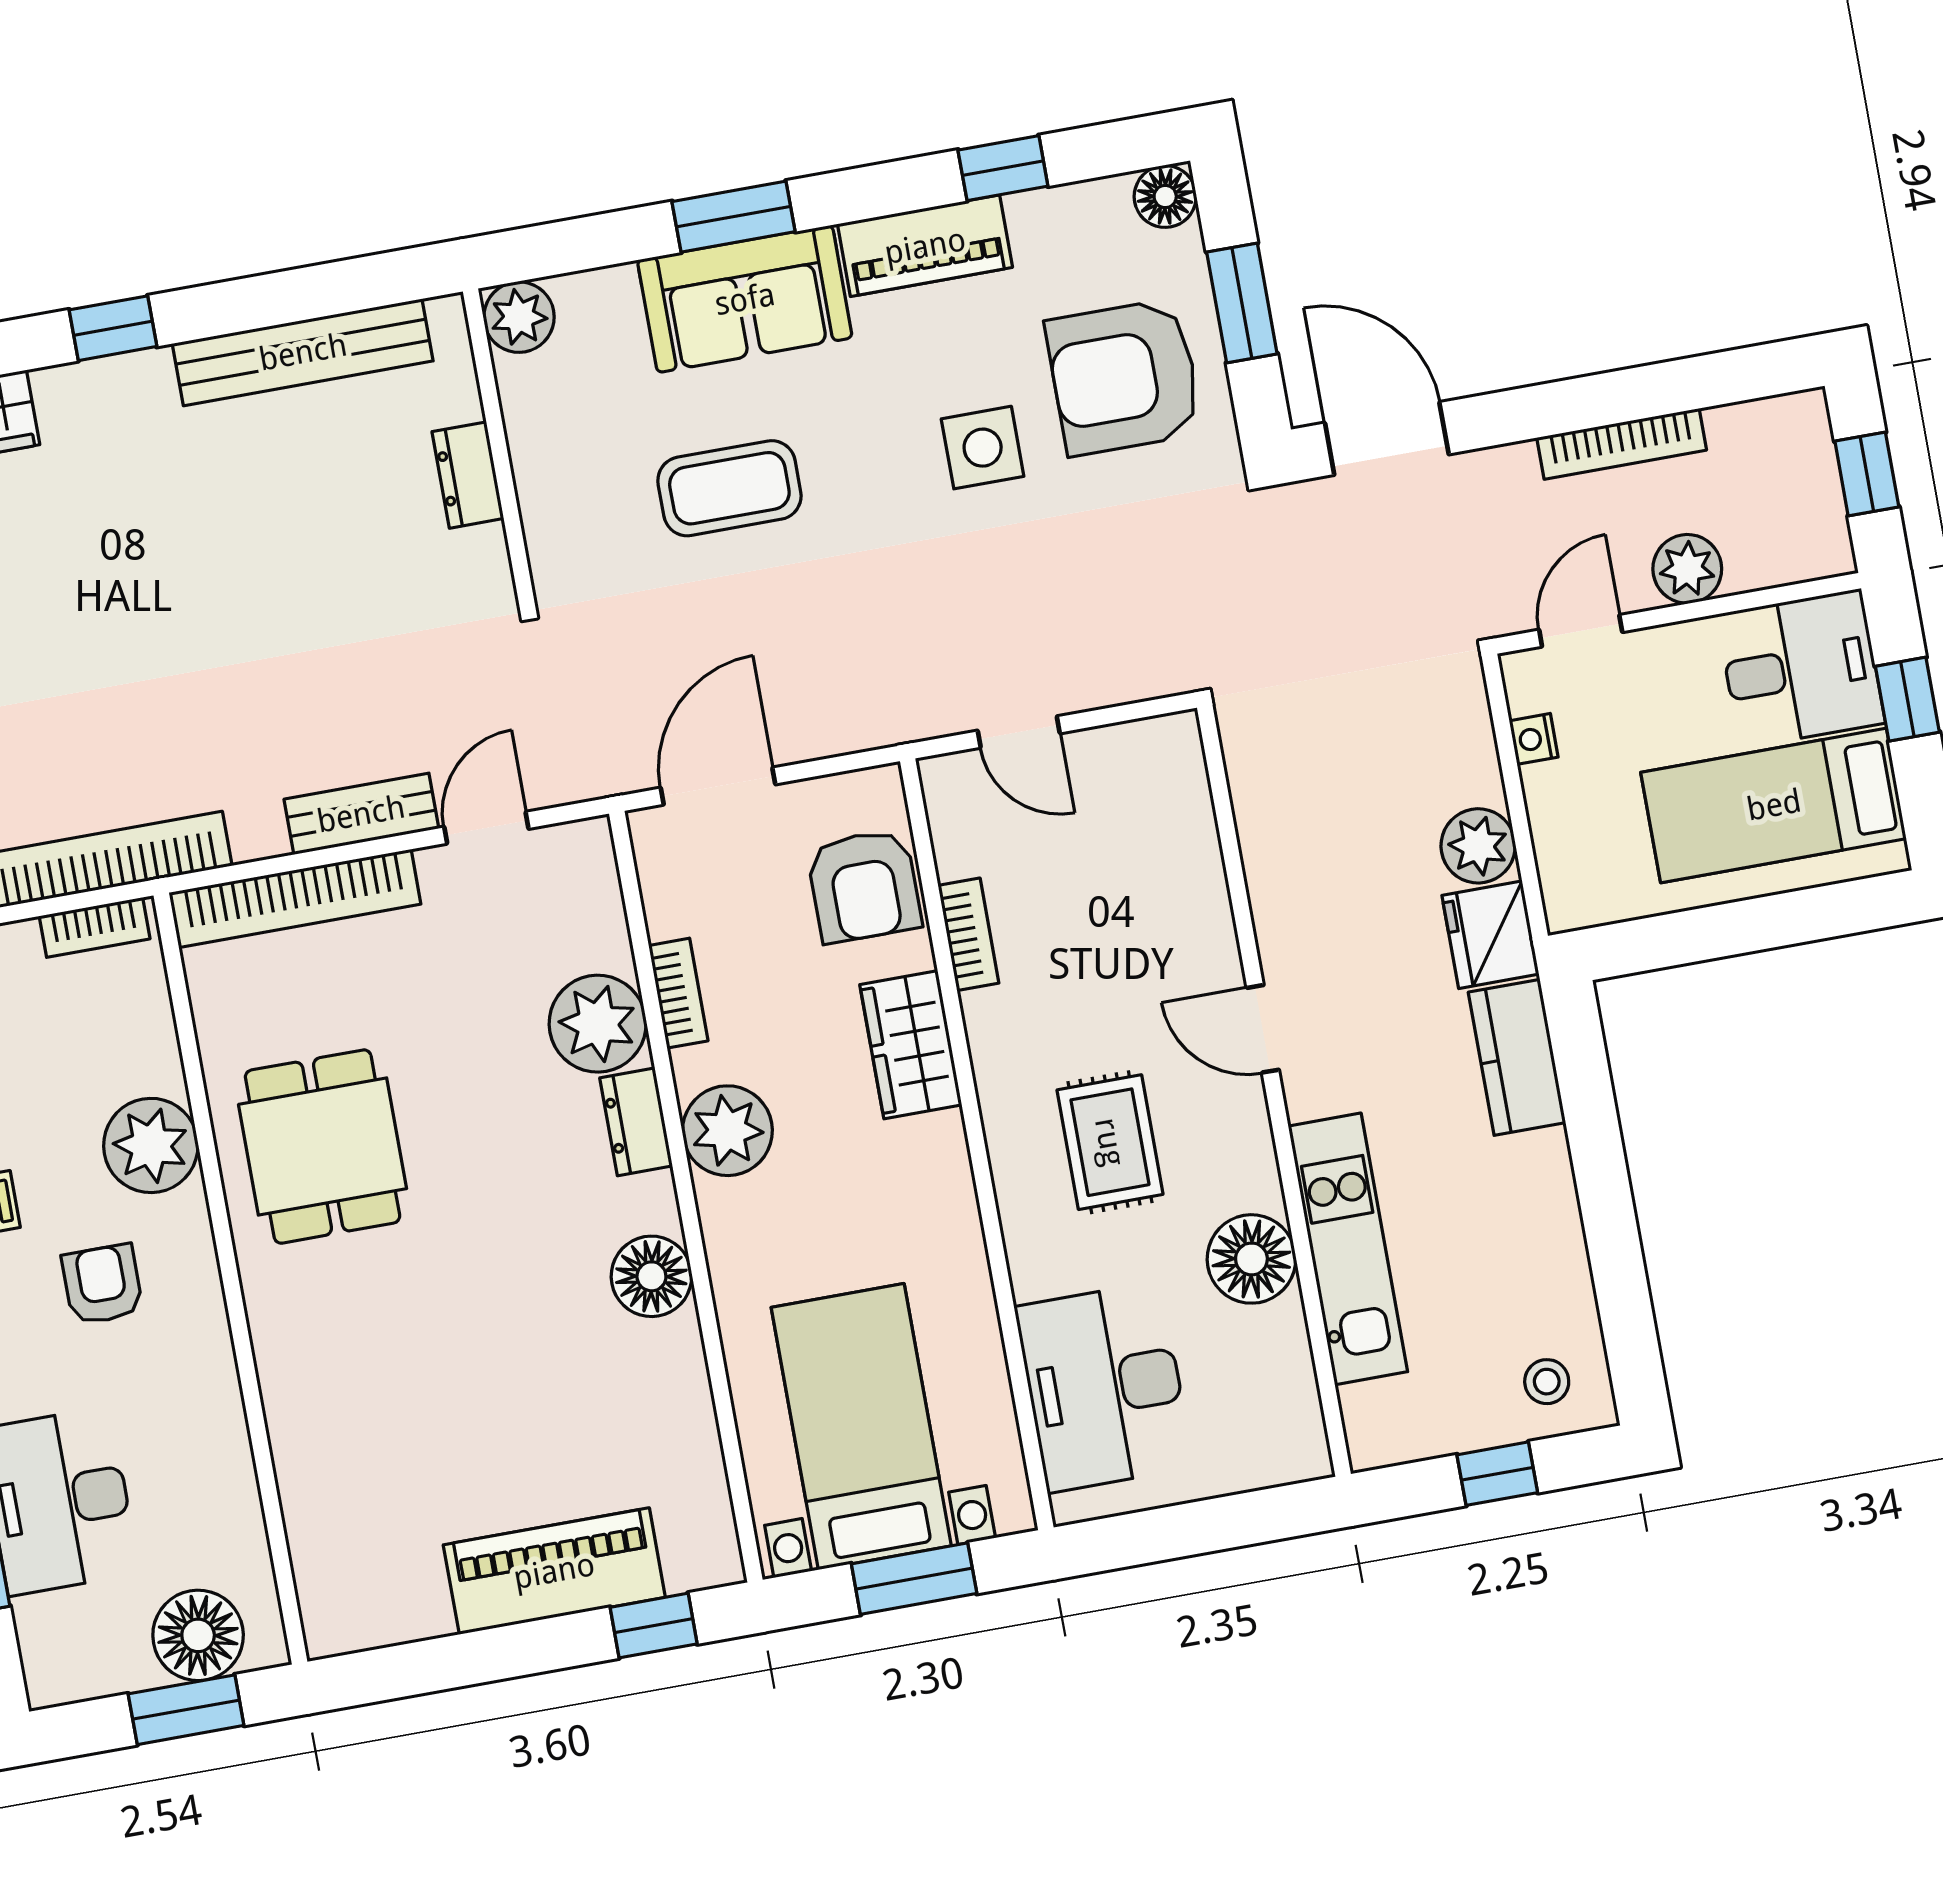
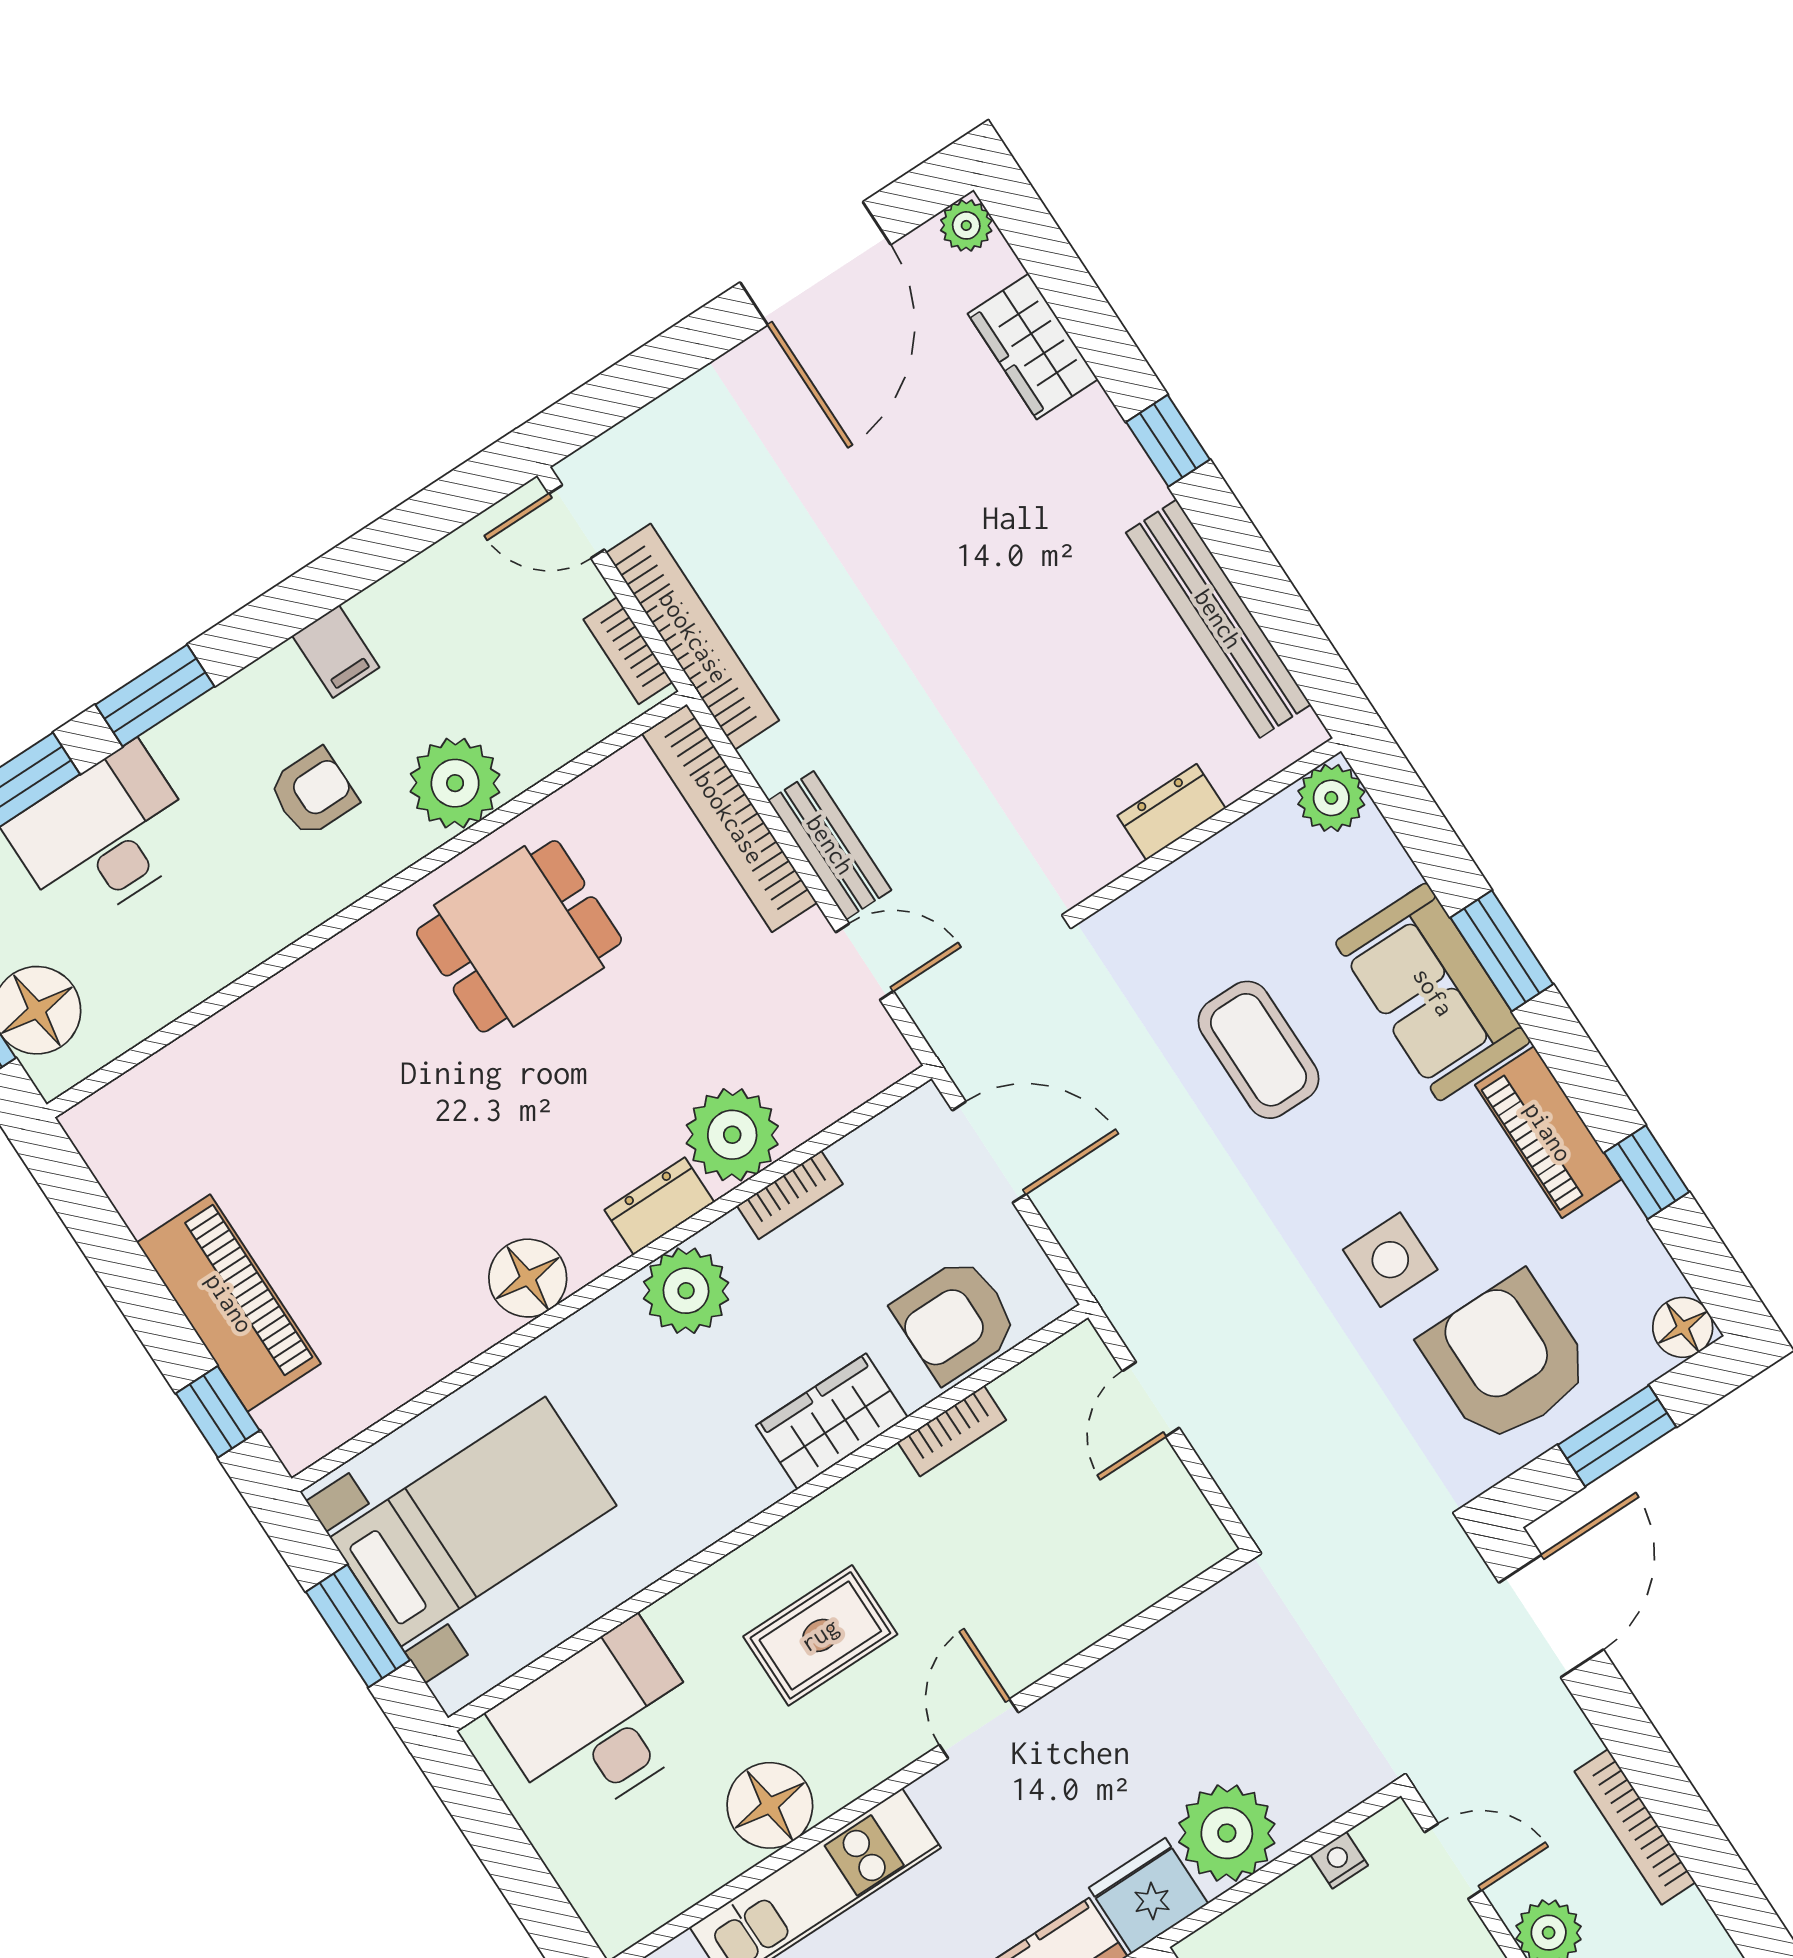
plant: (1478, 846) -> (1227, 1833), width x1.36, depth x1.36

